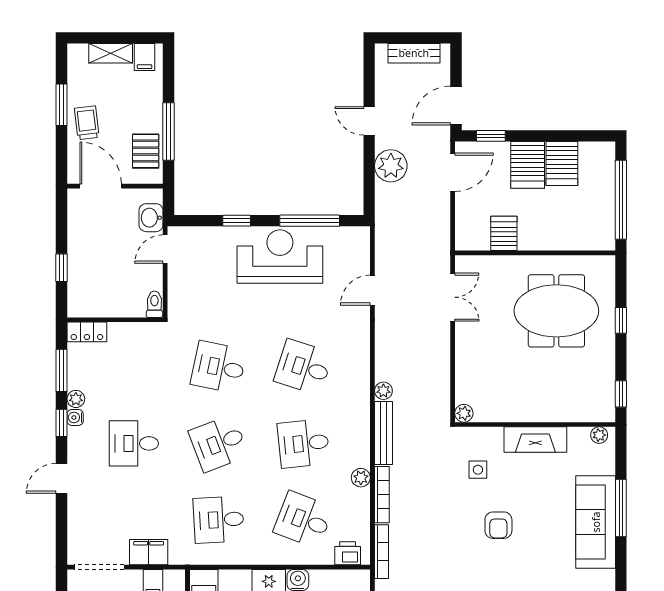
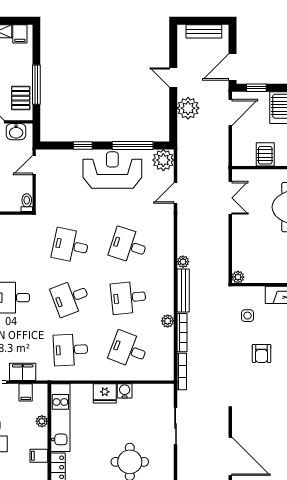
washbasin: (151, 218) -> (16, 132), moved, turned -90
plant: (354, 242) -> (163, 160), added
printer: (348, 553) -> (159, 373), removed

